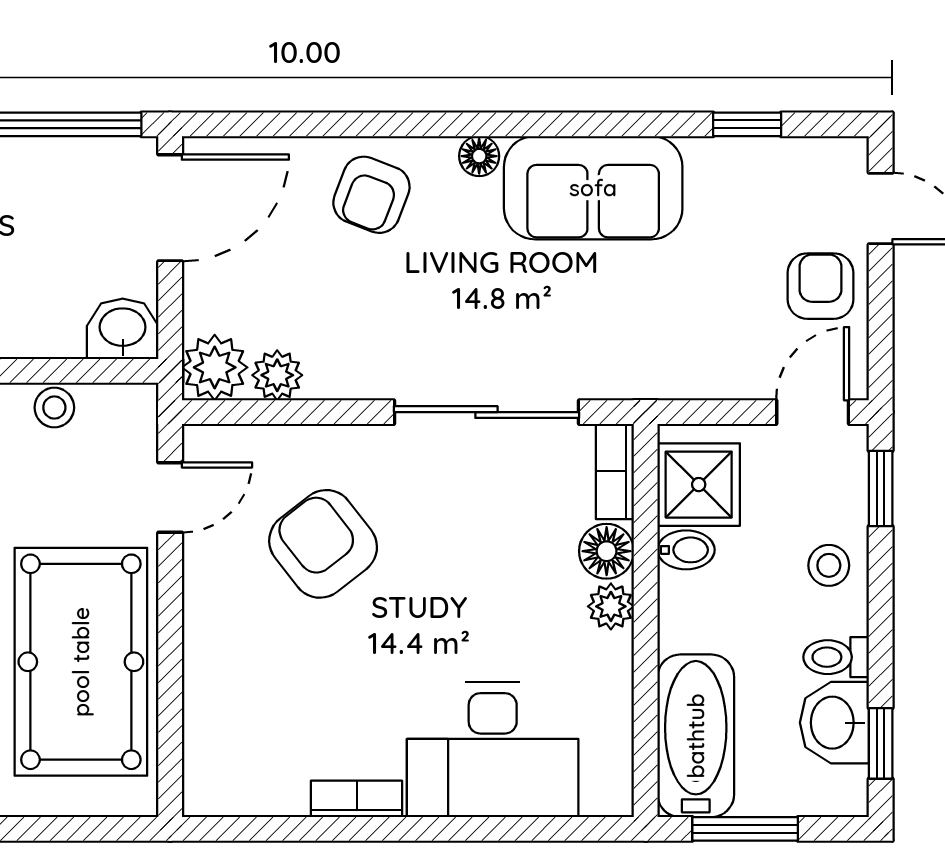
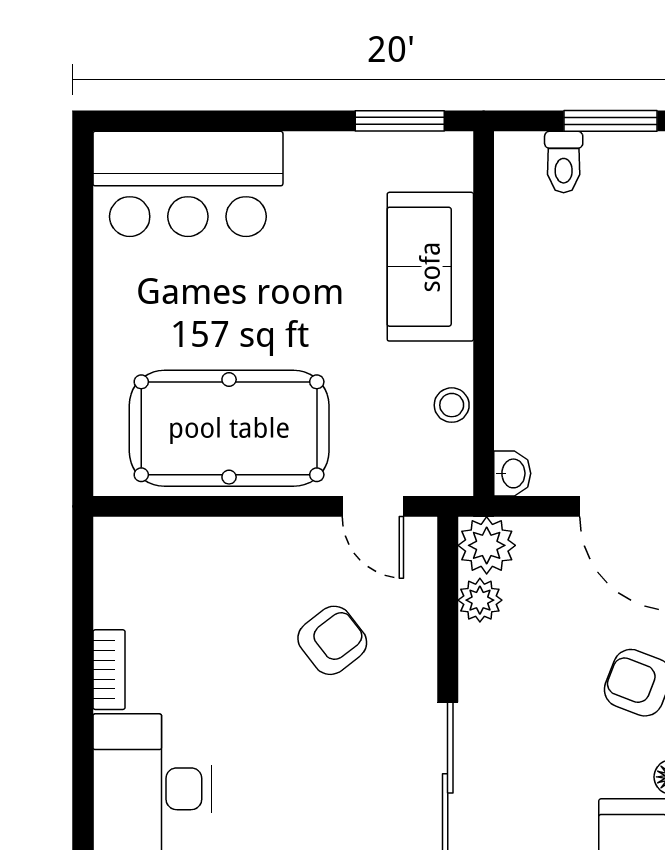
washbasin: (123, 329) -> (512, 473), width x0.72, depth x0.69
armchair: (323, 544) -> (332, 640), width x0.72, depth x0.72

